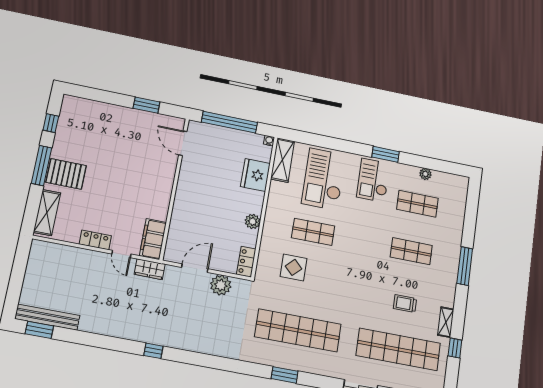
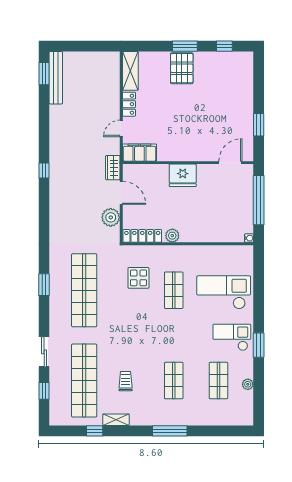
shelving: (283, 160) -> (234, 253), removed
window: (42, 166) -> (185, 46), width x0.69
fridge: (255, 175) -> (183, 175), moved, turned 180
shelving: (47, 213) -> (130, 71), moved, turned 90
locker: (246, 262) -> (142, 236), width x1.53
wardrobe: (150, 269) -> (113, 168), moved

